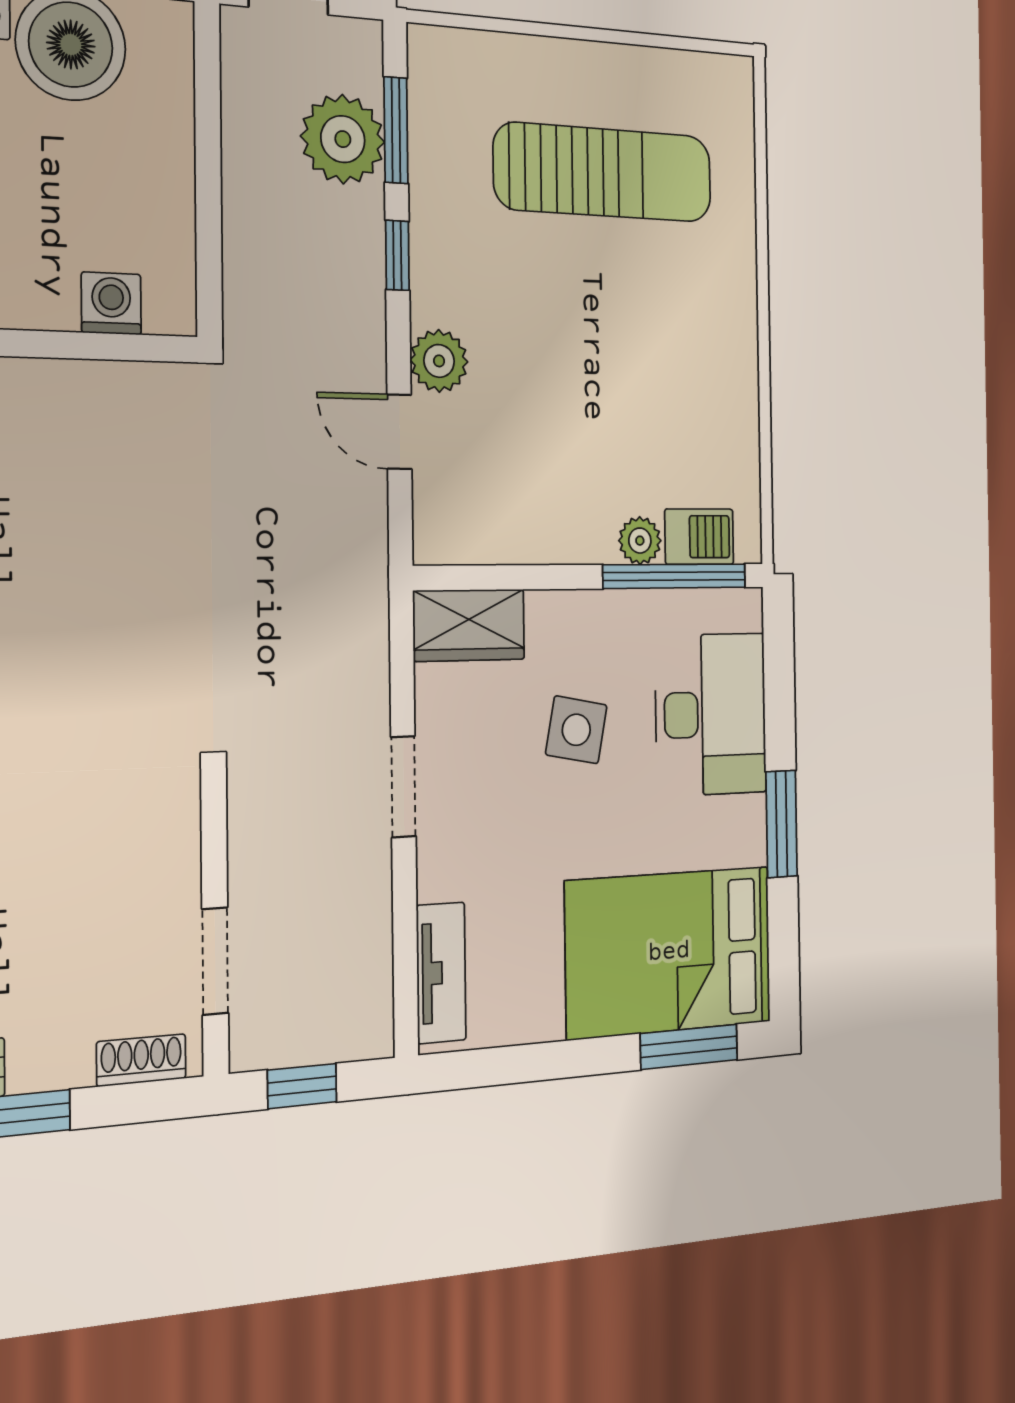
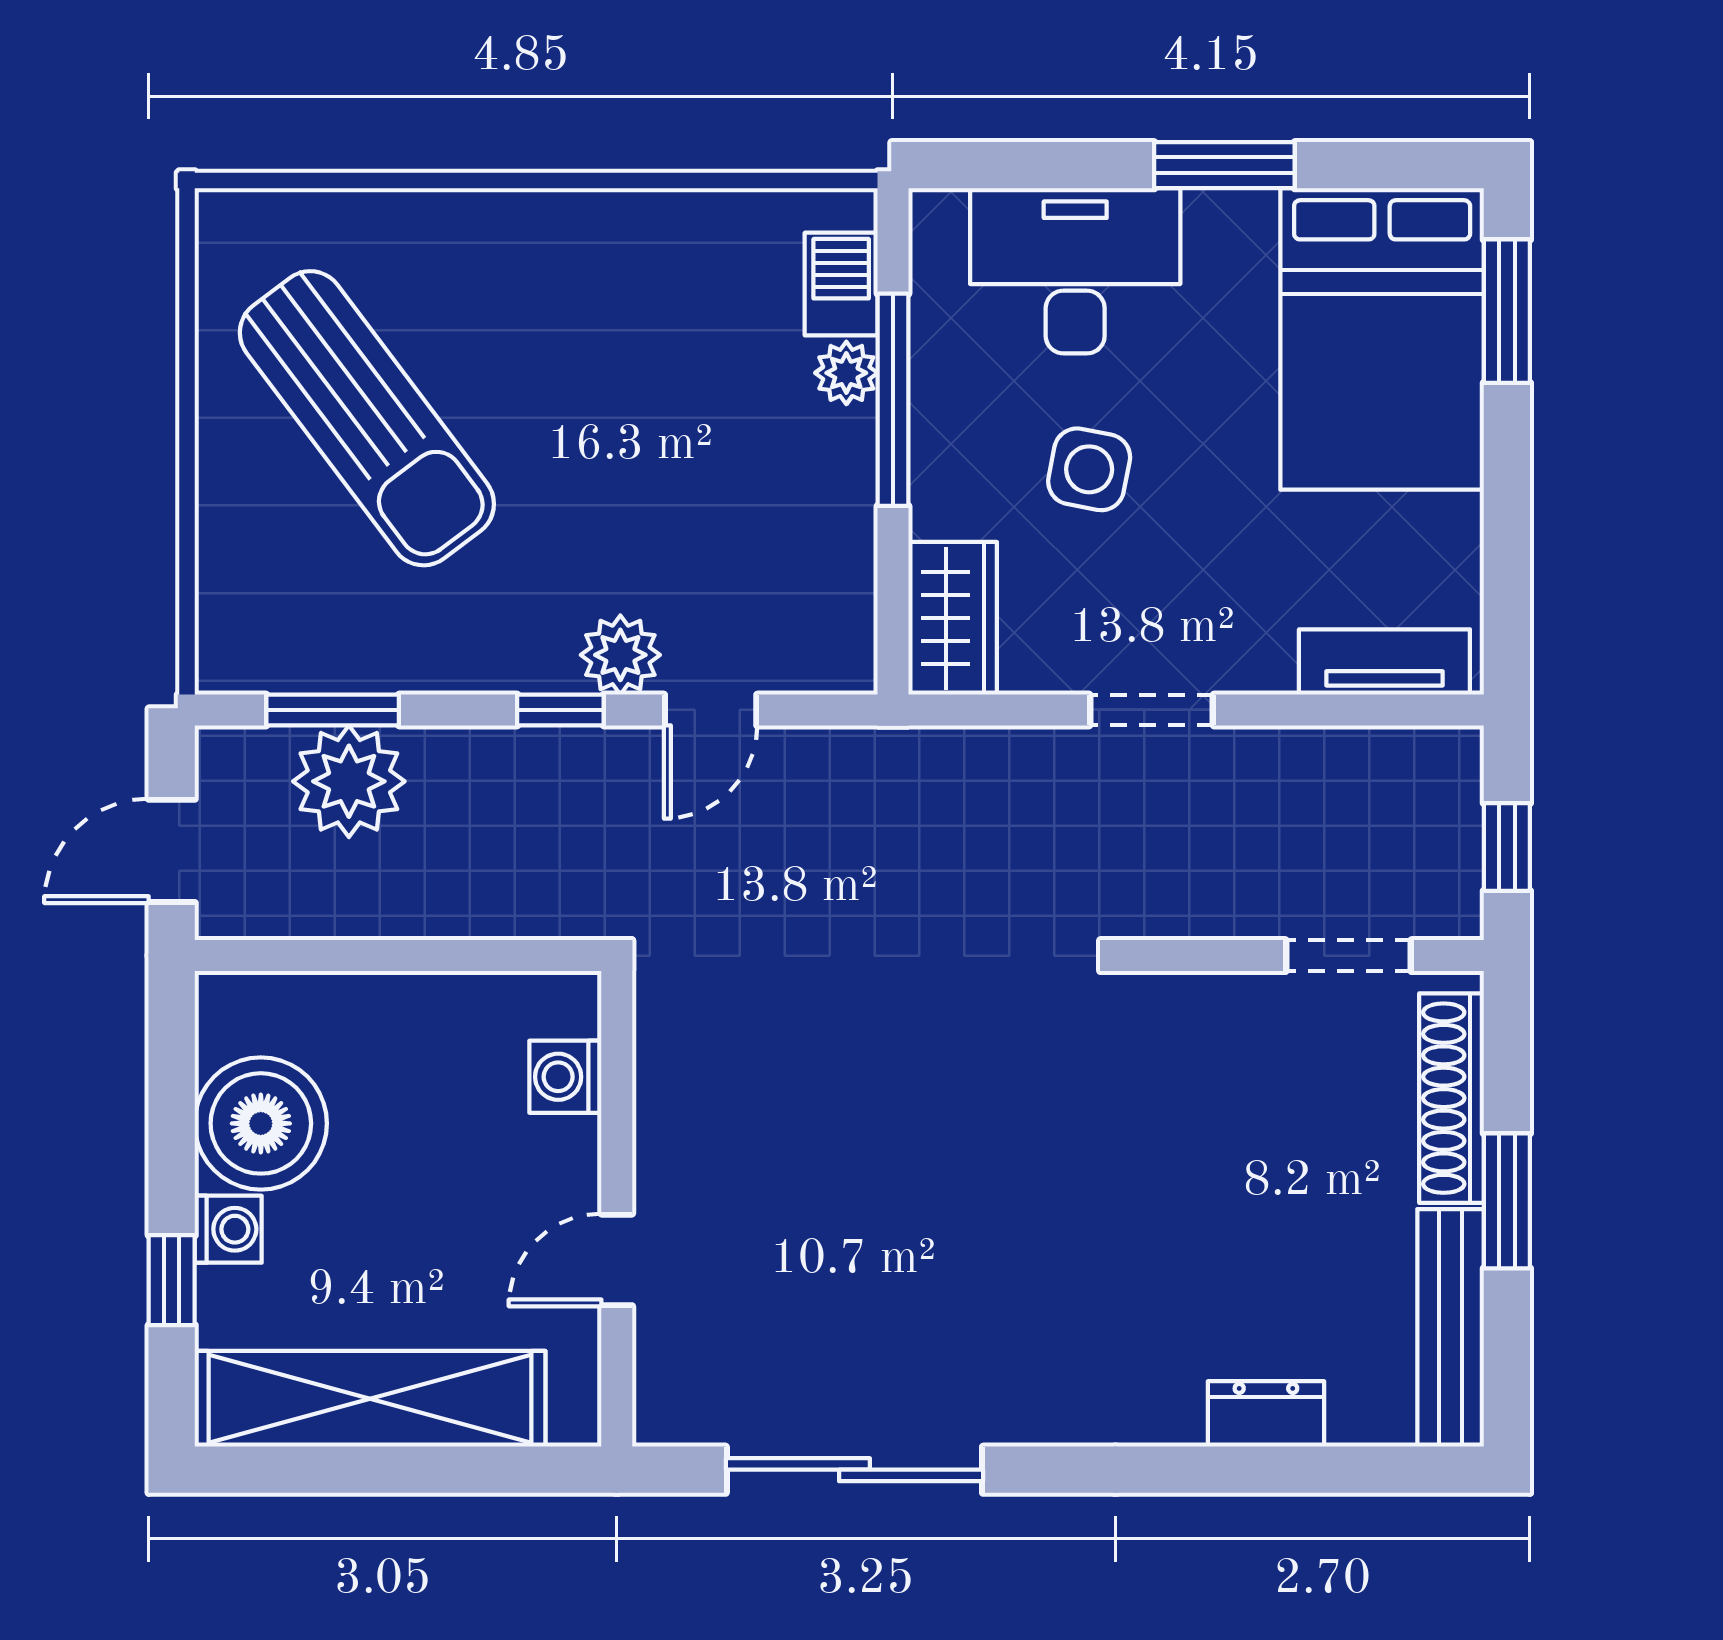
sun lounger: (604, 172) -> (367, 418), turned 143
window: (397, 255) -> (560, 710), moved
window: (675, 576) -> (893, 400), moved
shoe rack: (141, 1060) -> (1451, 1098), width x1.94, depth x1.24

